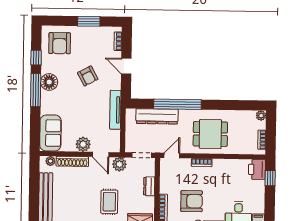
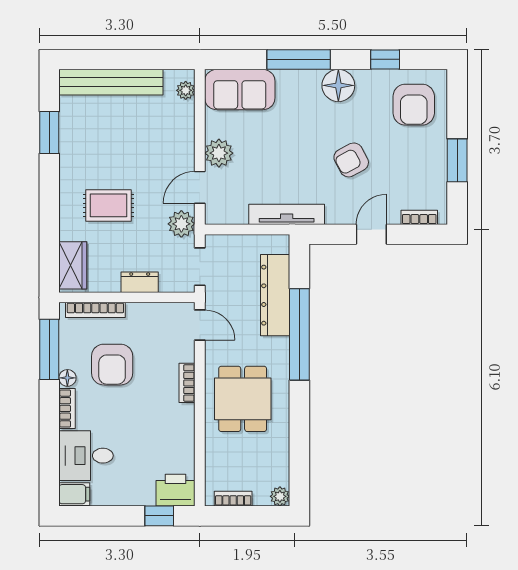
armchair: (60, 43) -> (414, 105), turned -90
window: (36, 90) -> (299, 59), moved
shoe rack: (72, 161) -> (185, 133), removed

